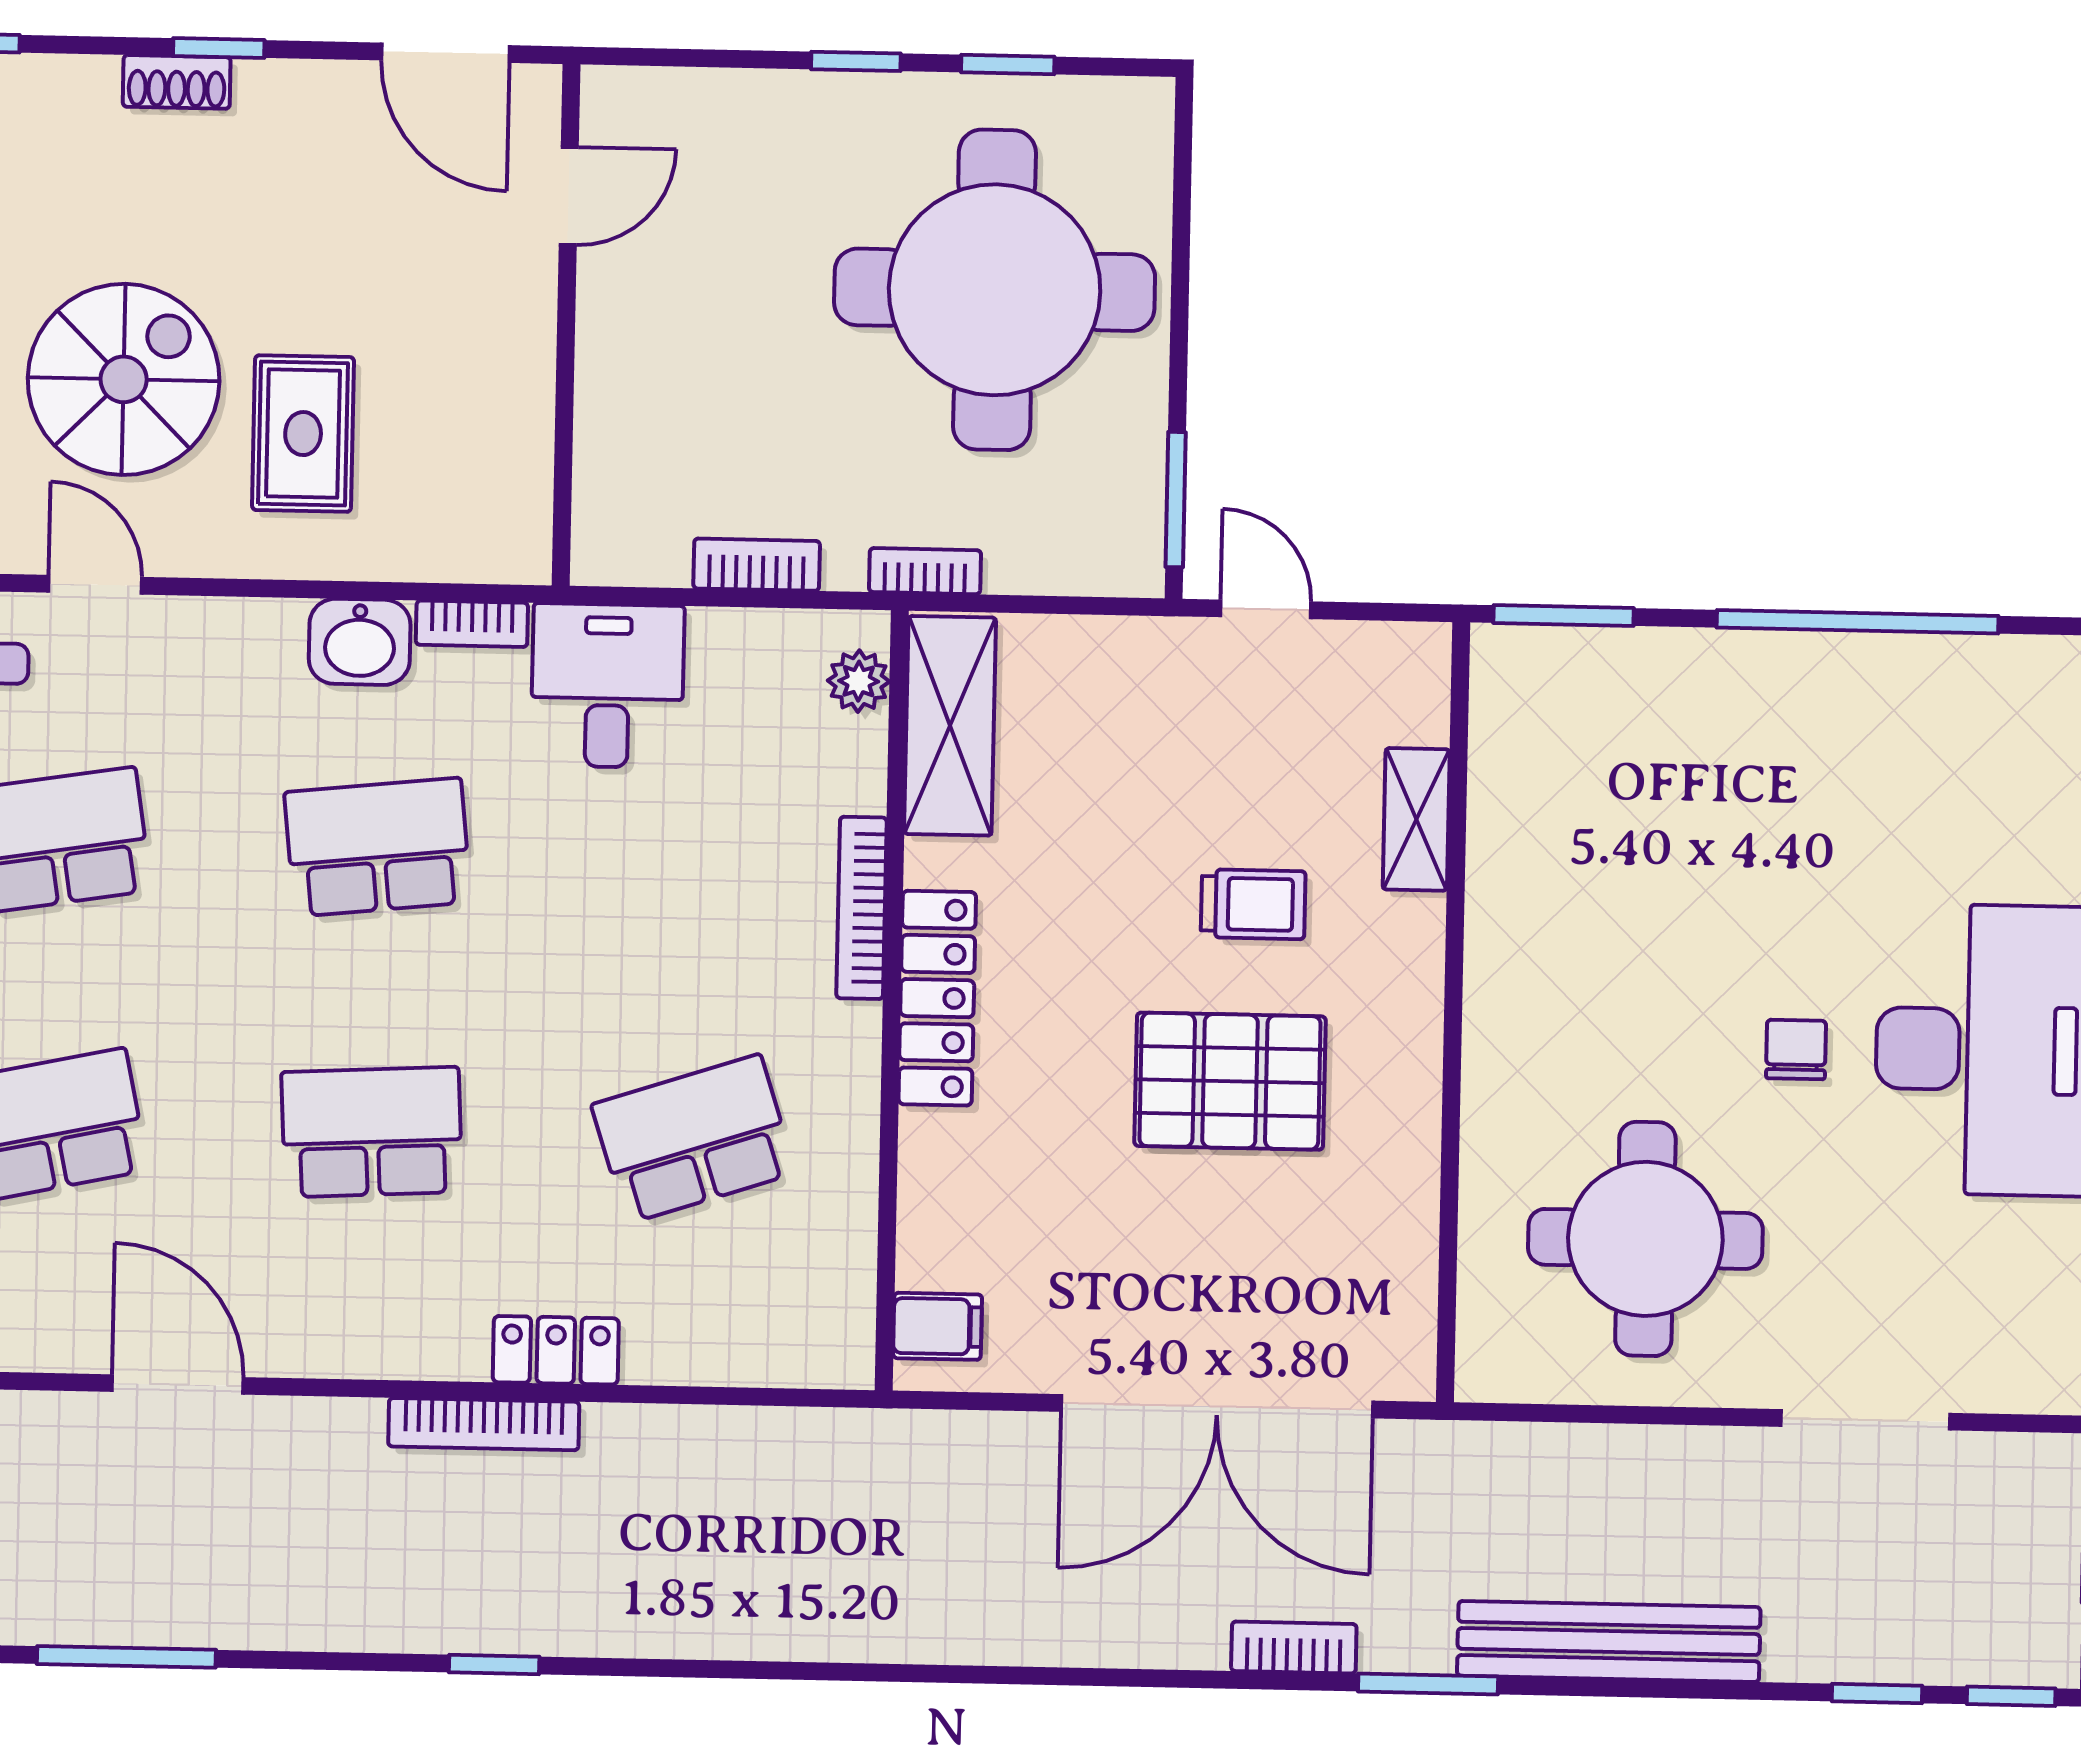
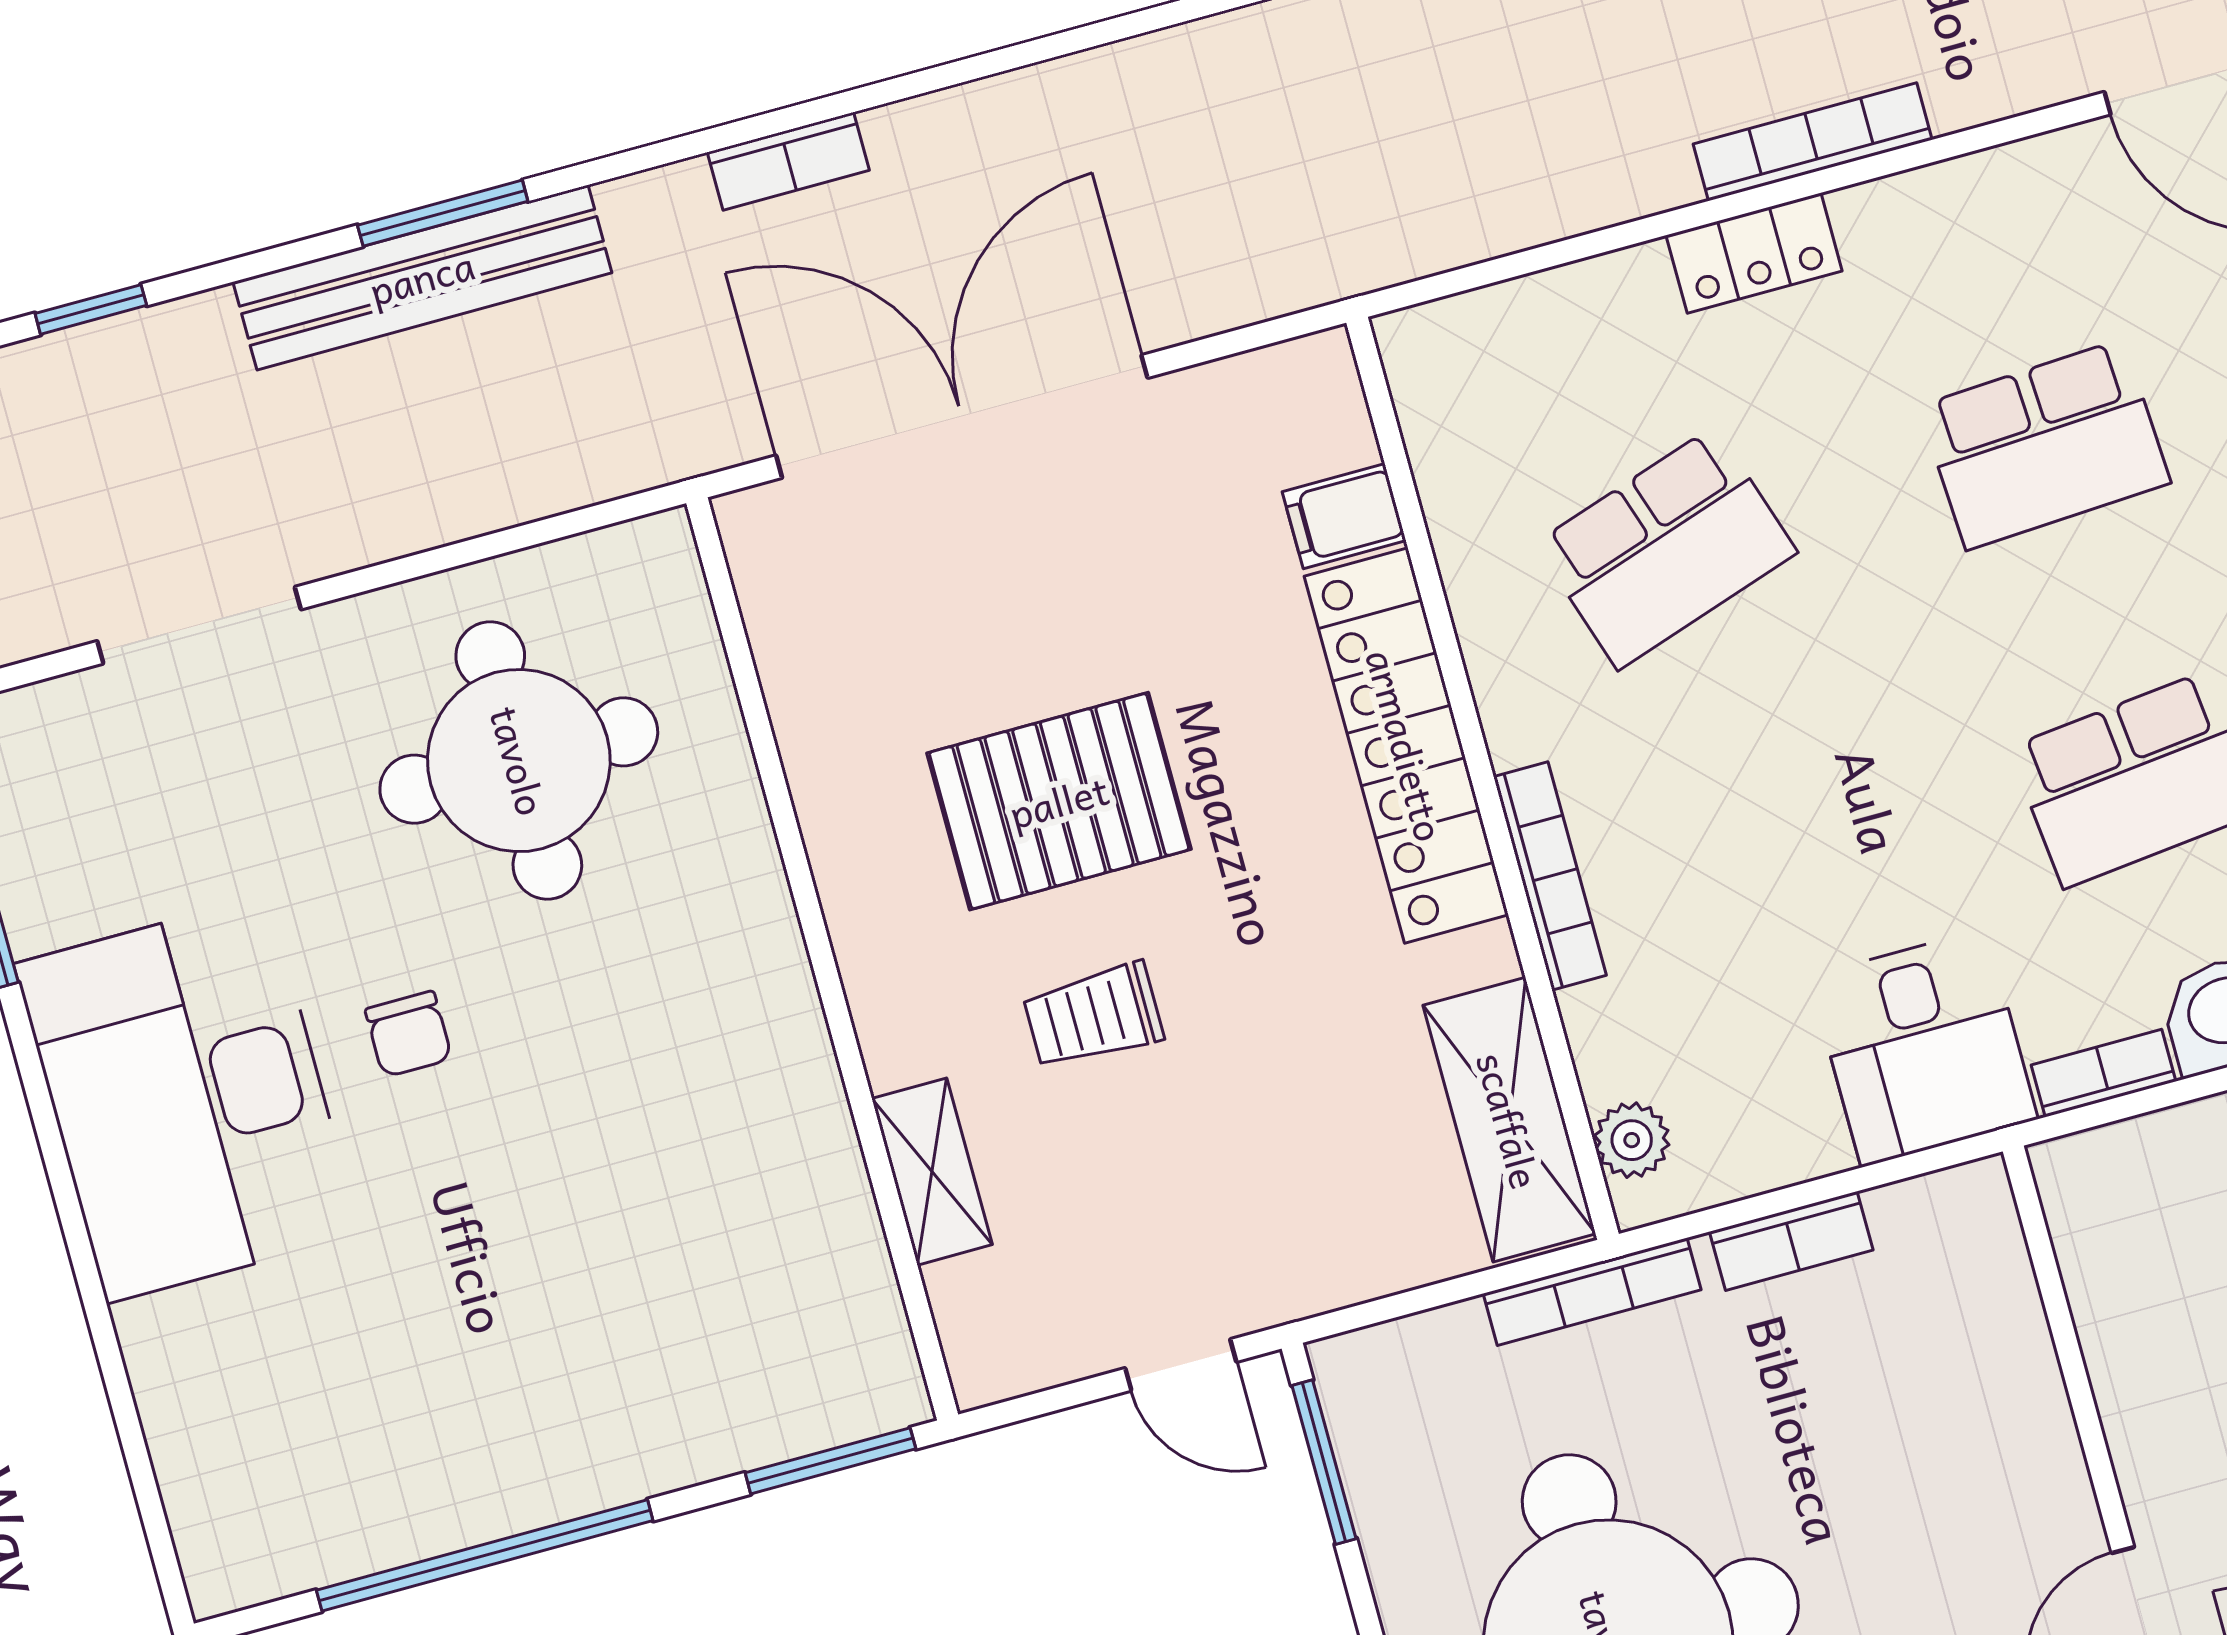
bookcase: (925, 571) -> (1592, 1292), width x1.56
locker: (937, 998) -> (1406, 745), width x1.41, depth x1.21
filing cabinet: (938, 1326) -> (1344, 516), moved
window: (1428, 1684) -> (443, 213), moved

